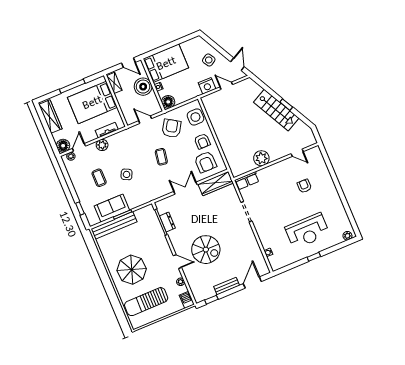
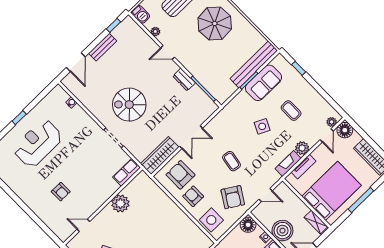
fireplace: (118, 137) -> (288, 164), added
dresser: (167, 222) -> (184, 79), moved
spiral stairs: (206, 250) -> (129, 105), moved

